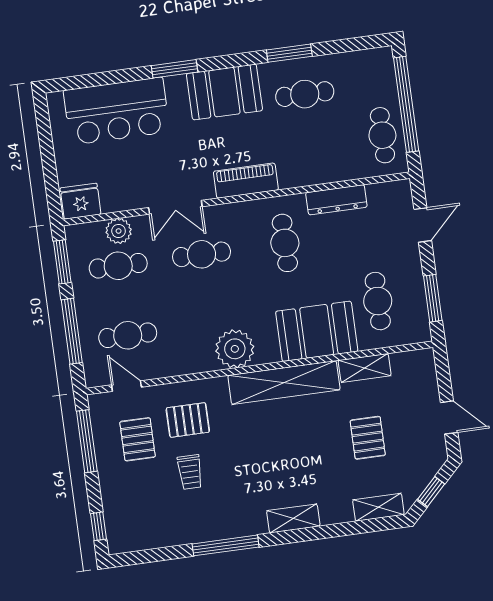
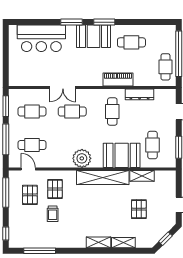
window: (289, 53) -> (104, 22), moved
piano: (246, 181) -> (118, 80), moved
fridge: (81, 201) -> (18, 79), removed
plant: (119, 231) -> (34, 95), removed
pallet: (188, 420) -> (55, 189), turned 90
shelving: (378, 507) -> (123, 243), moved
window: (226, 545) -> (40, 251), moved

